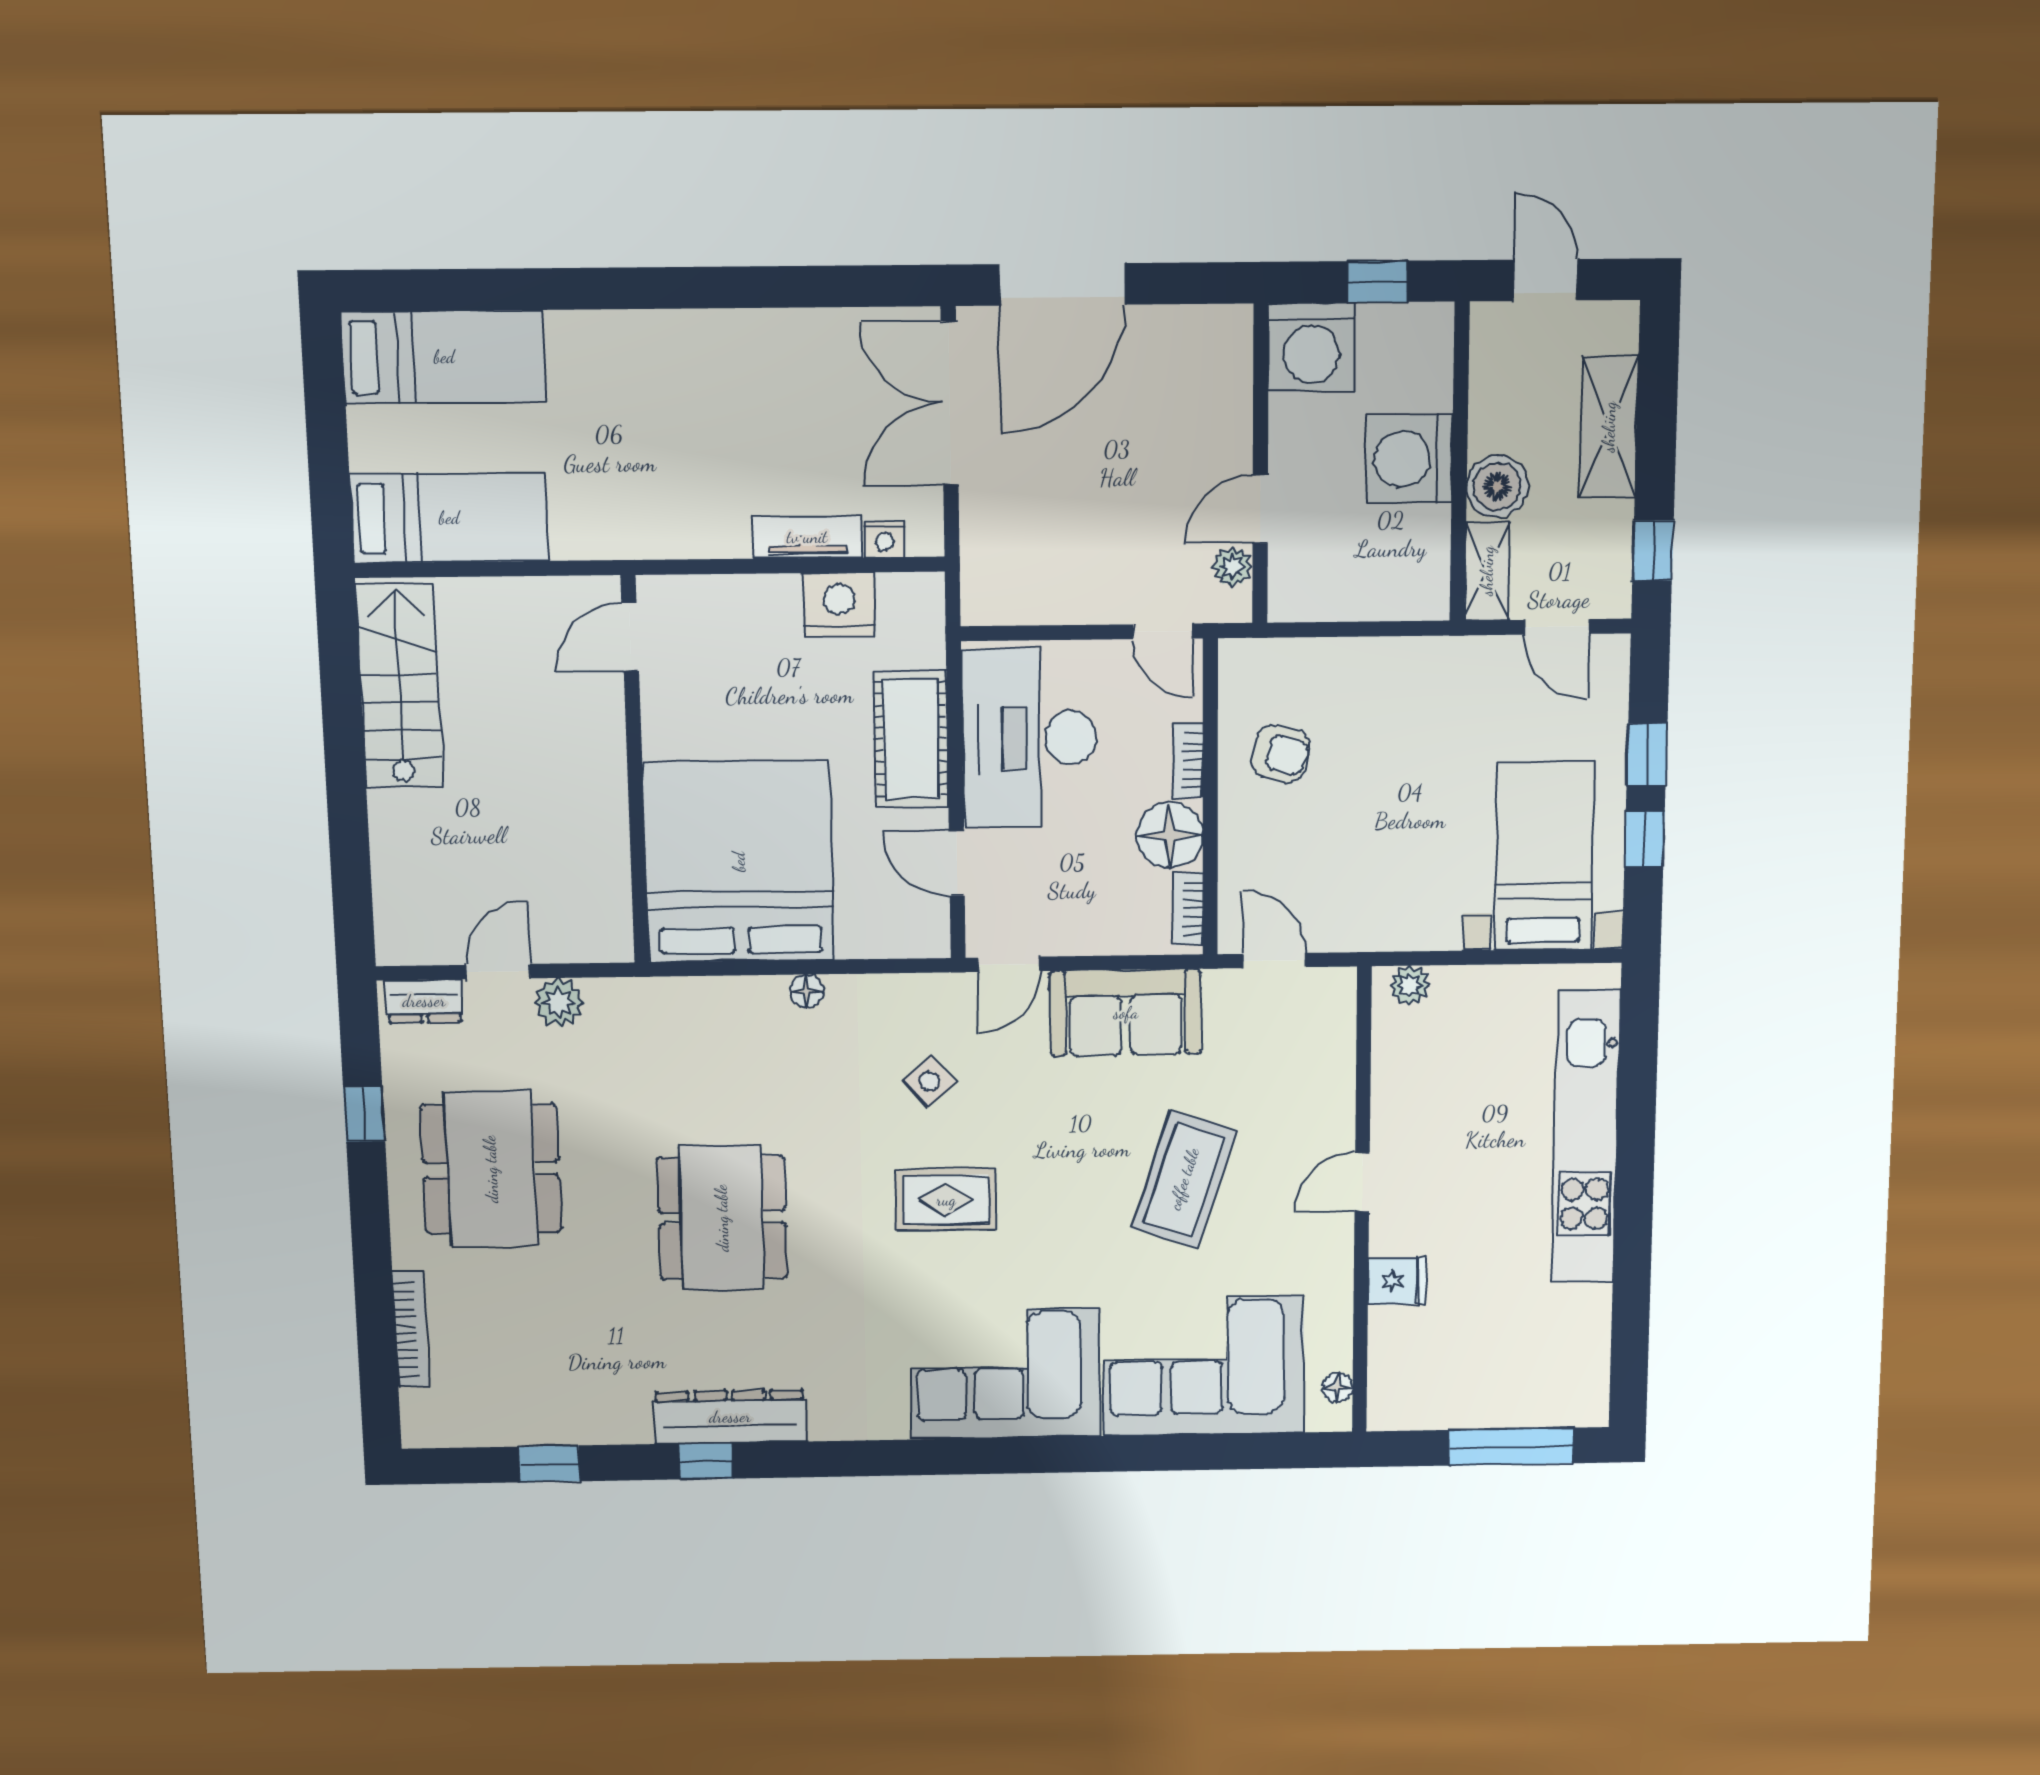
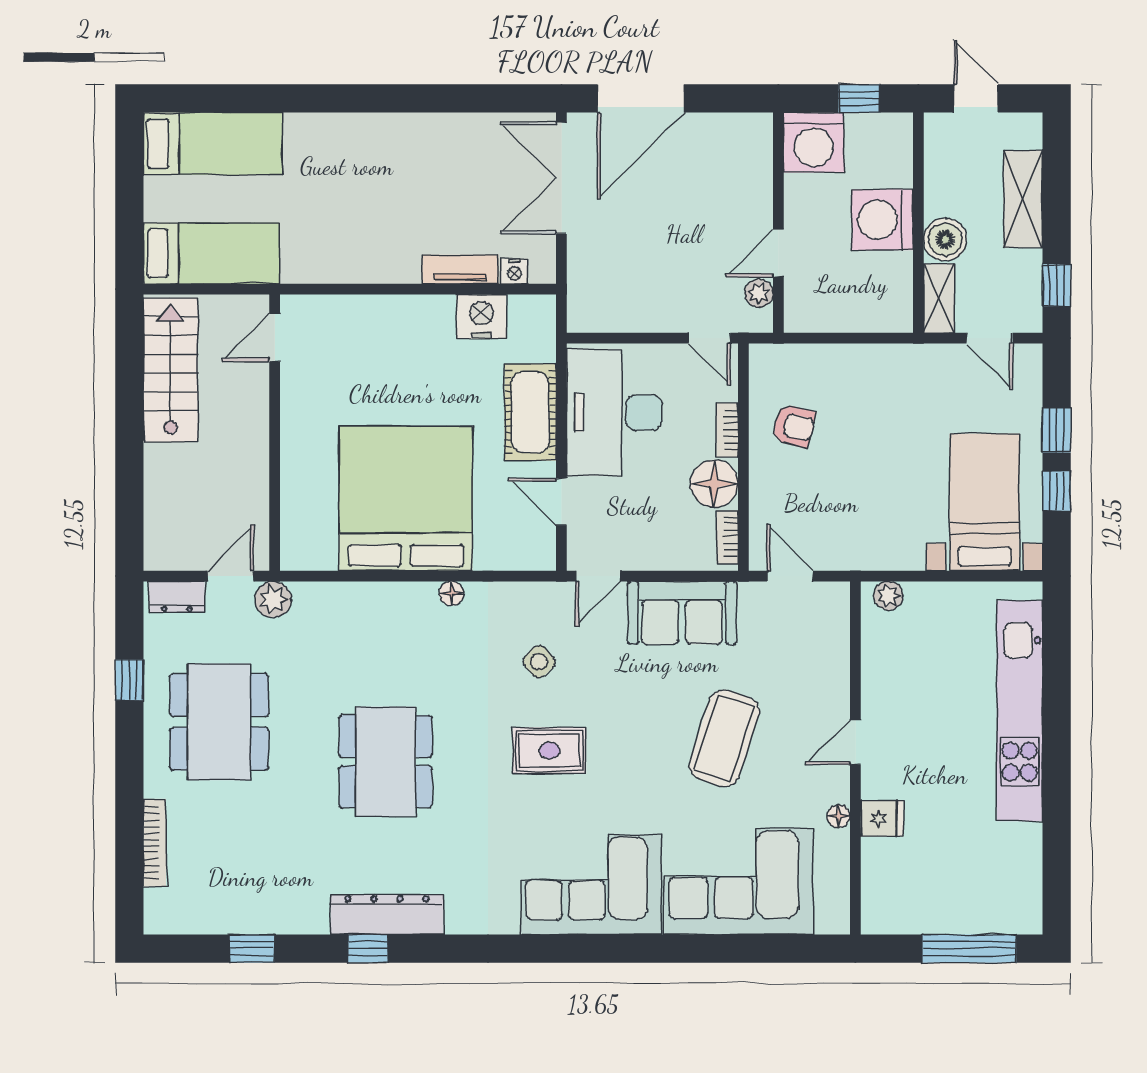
door: (630, 637) -> (275, 338), moved
wall: (635, 771) -> (275, 433), moved
floor lamp: (1337, 1387) -> (839, 816), moved

